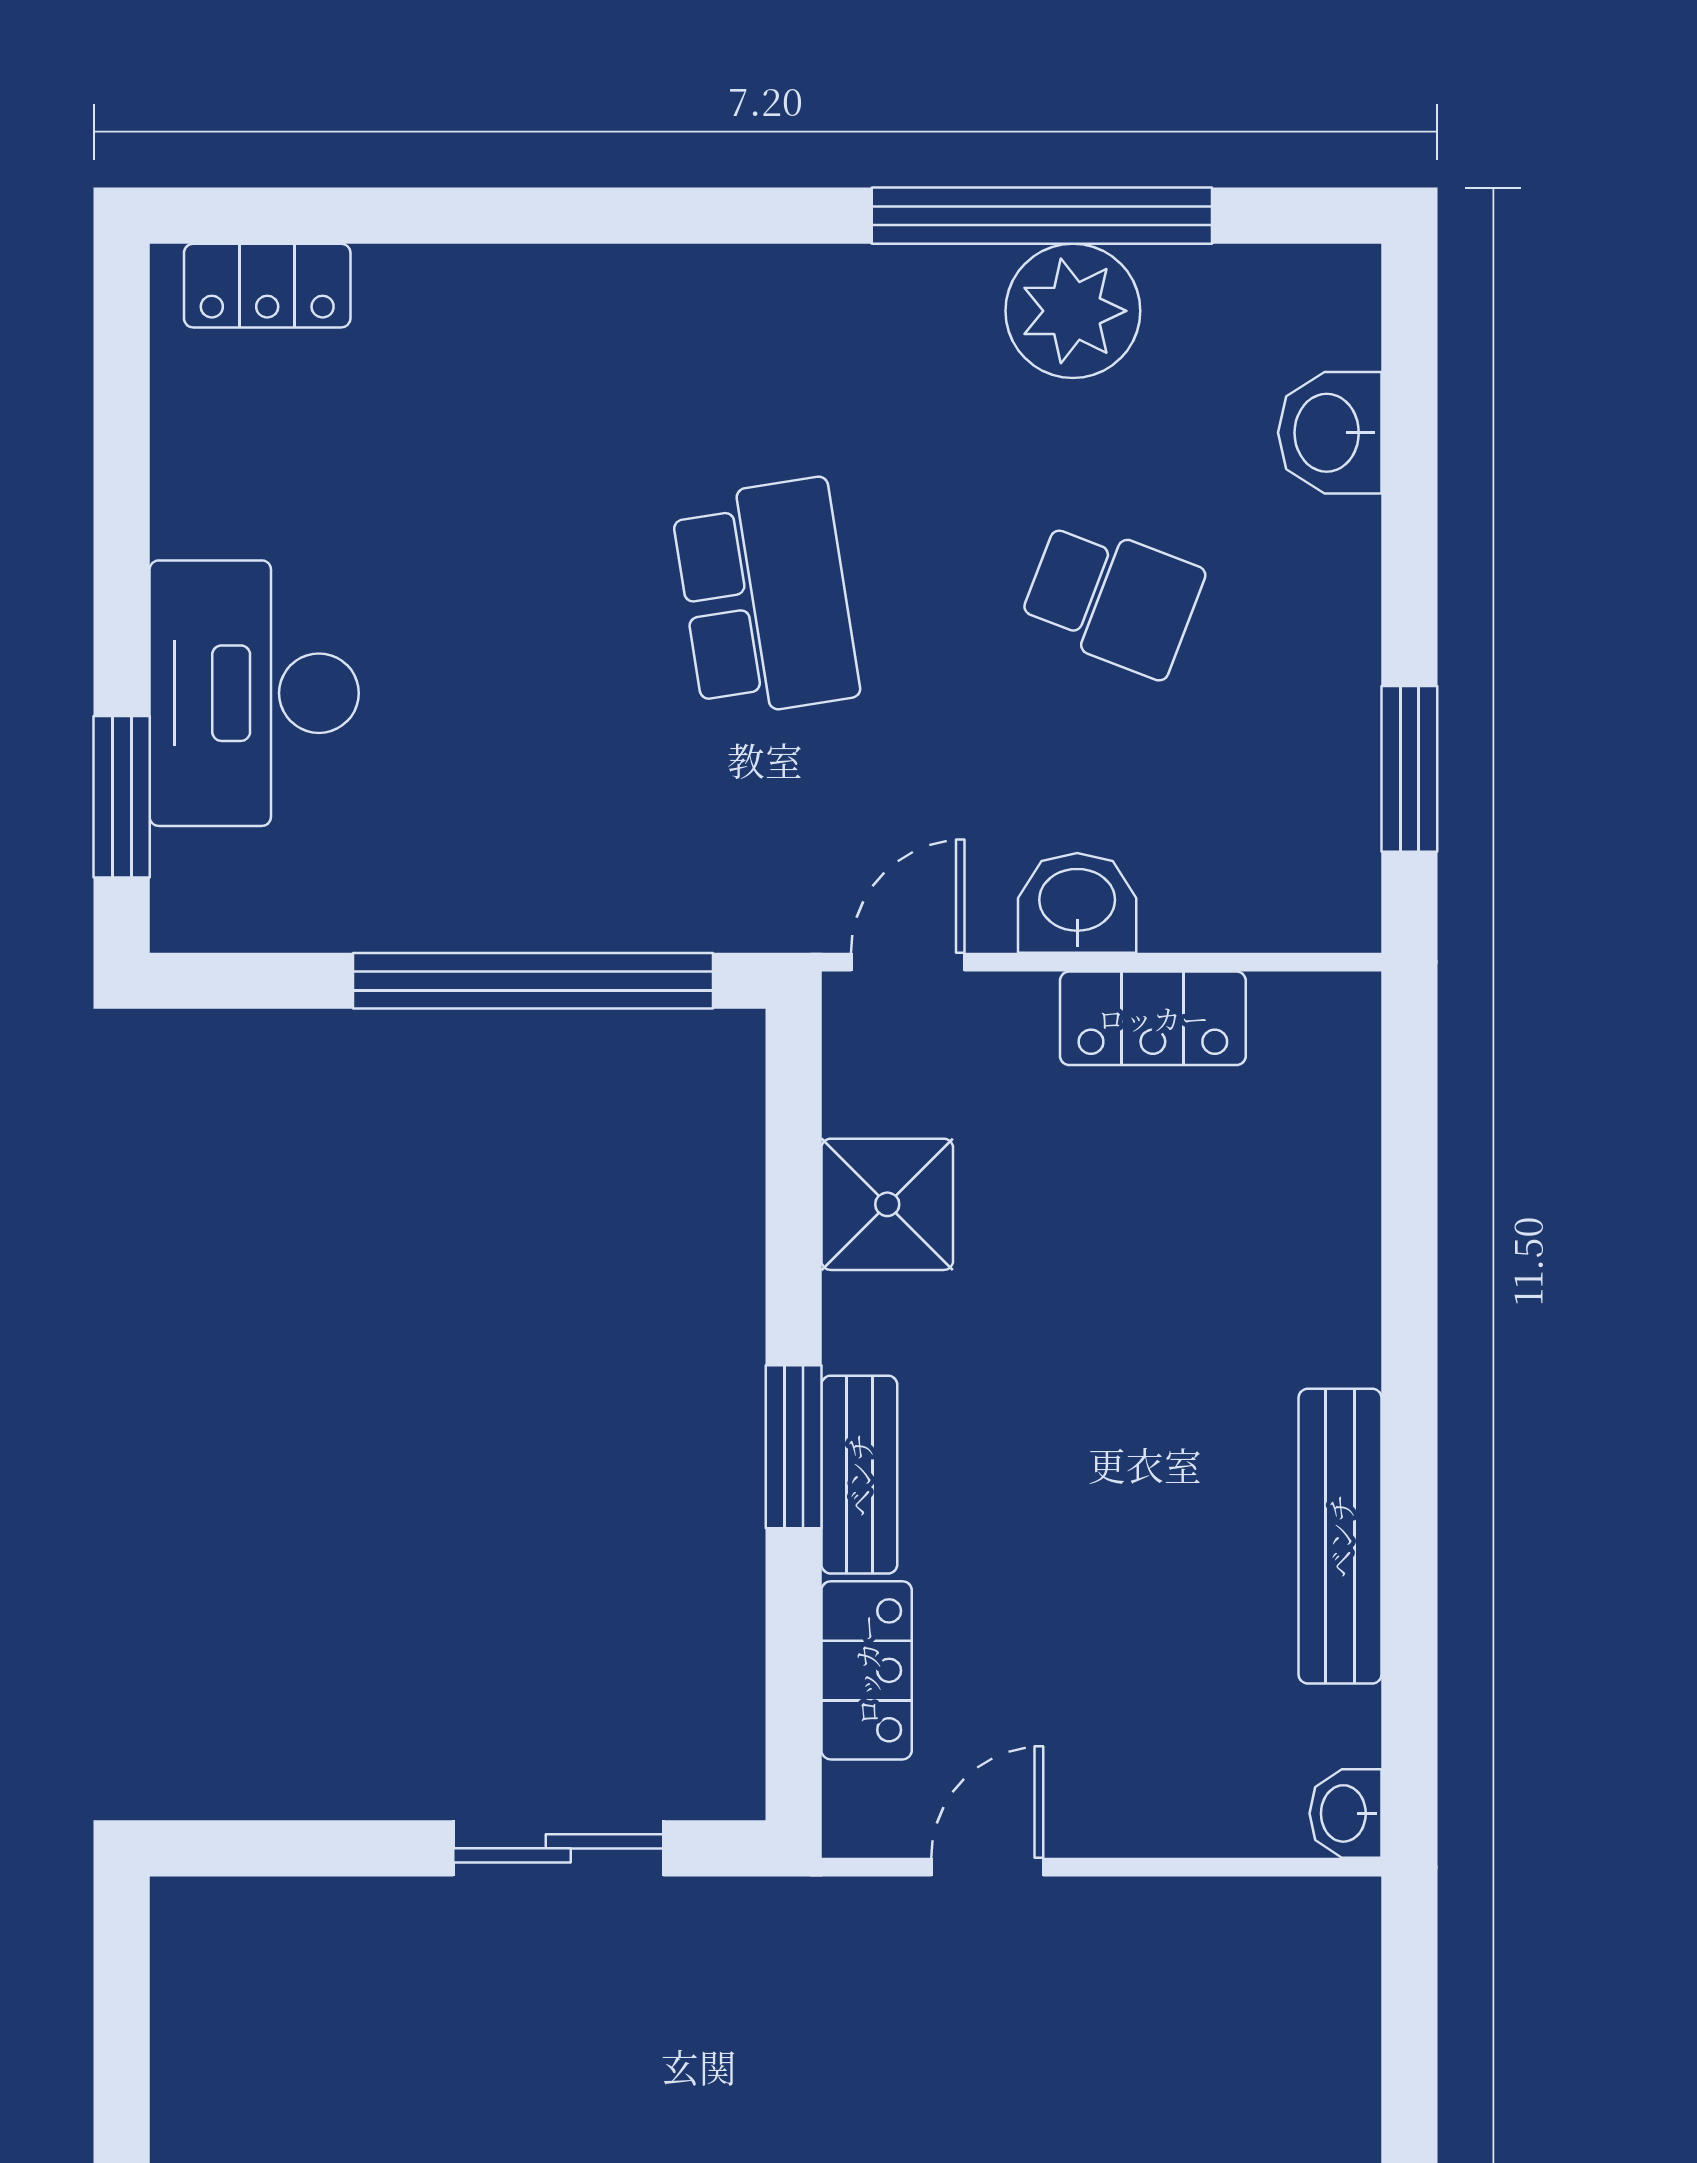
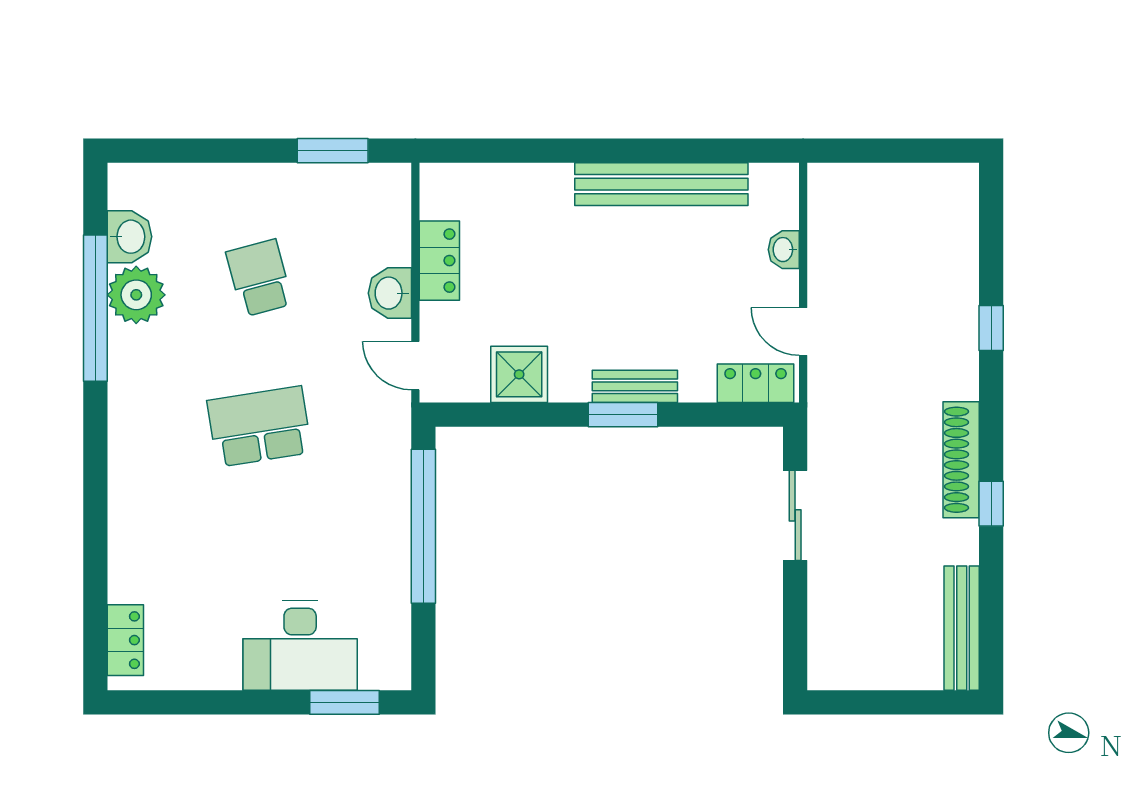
washbasin: (1330, 433) -> (130, 237), moved, turned -90
school desk: (1112, 598) -> (259, 278), turned -36
bench: (1340, 1536) -> (661, 184), width x1.37, depth x1.21
locker: (867, 1670) -> (756, 383), moved
washbasin: (1346, 1813) -> (784, 250), moved, turned 90

